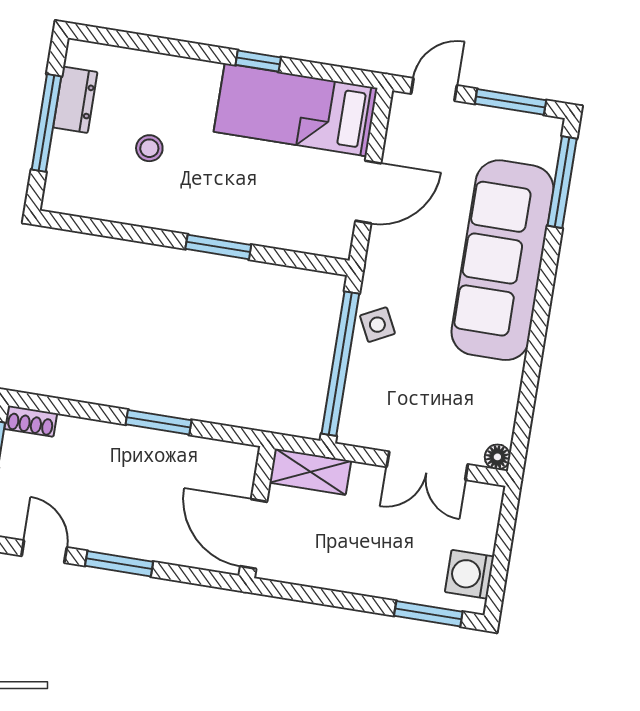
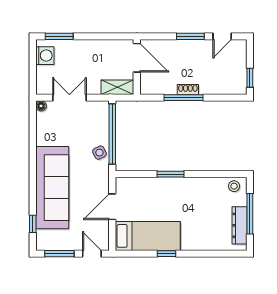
door: (434, 89) -> (92, 254), swing flipped
dresser: (75, 100) -> (240, 225), width x1.44
stool: (149, 148) -> (234, 186), moved
window: (562, 182) -> (33, 224), width x0.46
shoe rack: (31, 421) -> (188, 89), moved
window: (159, 422) -> (183, 98), width x1.44
door: (44, 552) -> (222, 36), hinge flipped

